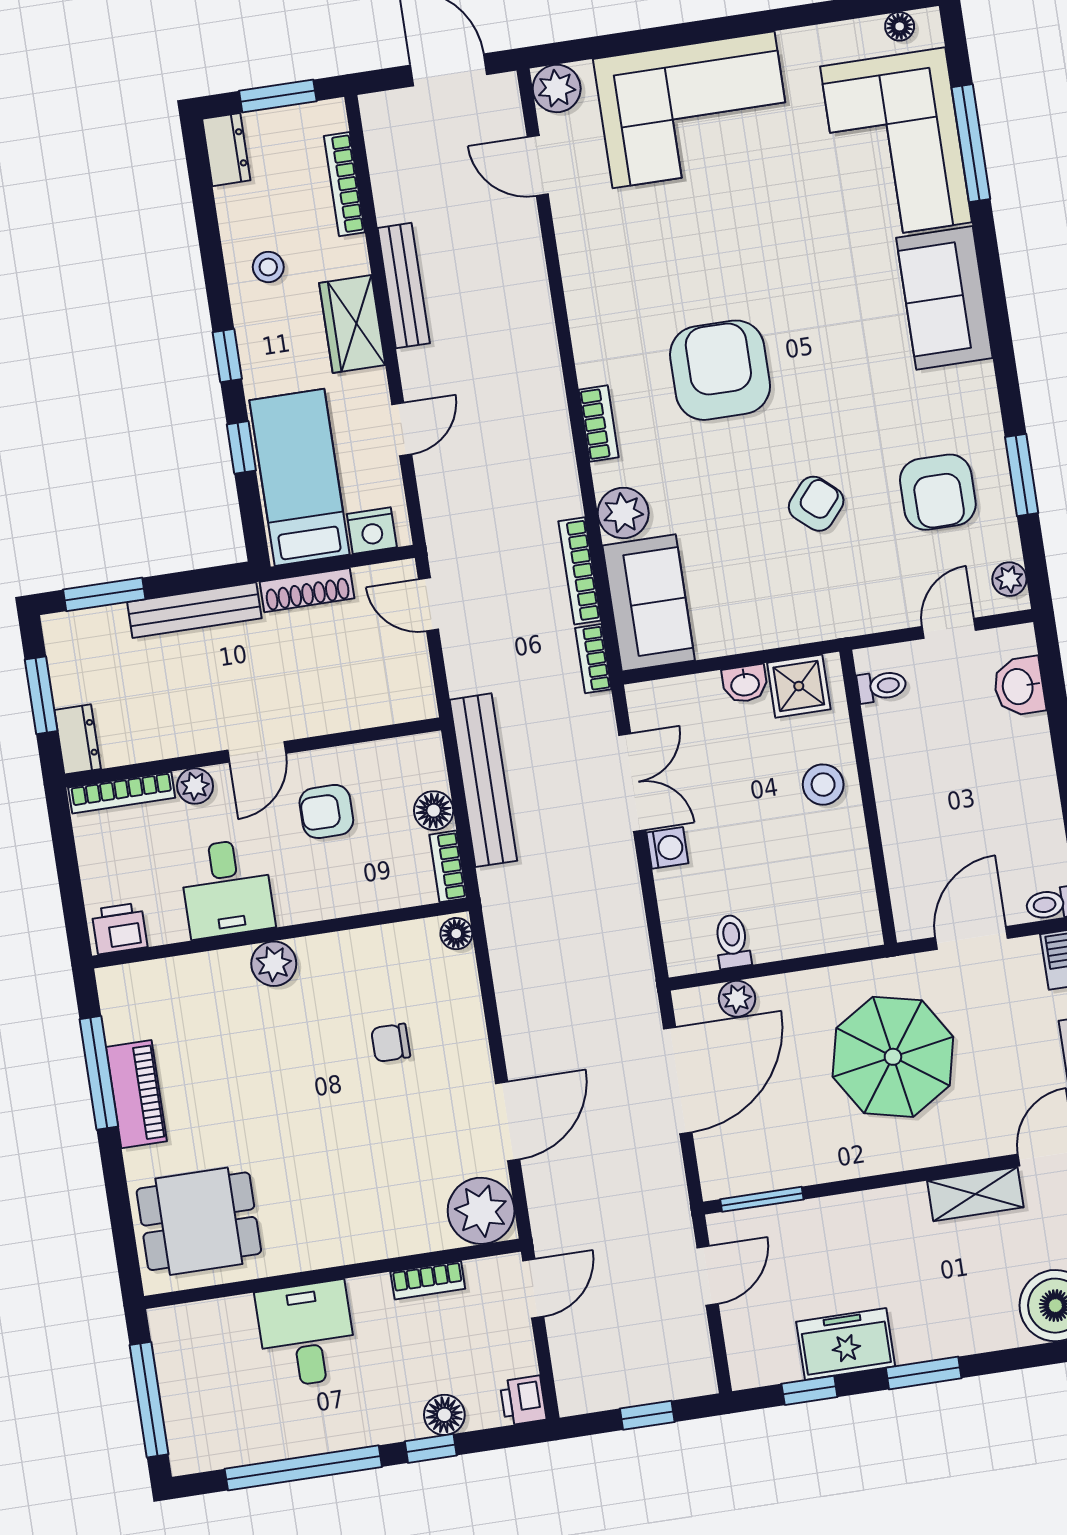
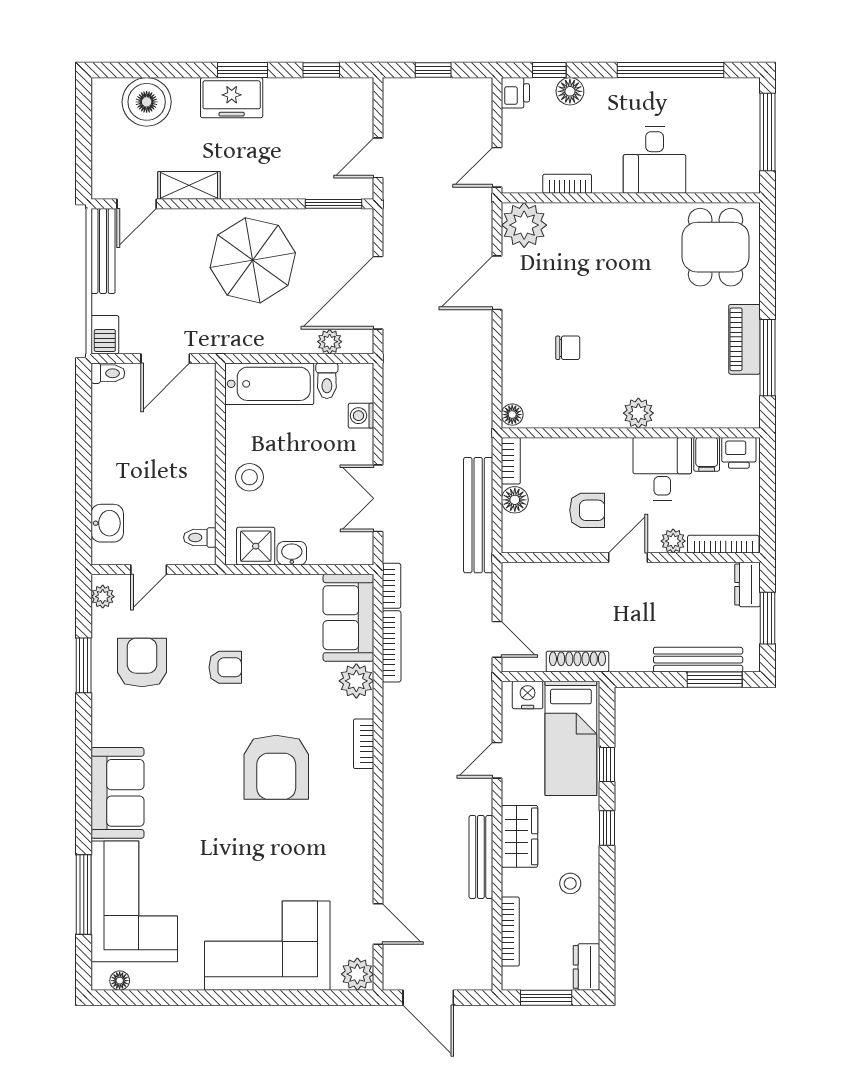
armchair: (816, 504) -> (225, 667), turned -131
bench: (194, 610) -> (698, 660), moved
washing machine: (667, 848) -> (361, 416), moved
filing cabinet: (166, 919) -> (707, 454), added
bathtub: (815, 924) -> (269, 384), added
parasol: (893, 1057) -> (253, 260), moved
dining table: (199, 1221) -> (716, 247), turned 90
freezer: (846, 1344) -> (232, 98), moved
window: (431, 1448) -> (549, 70), moved

